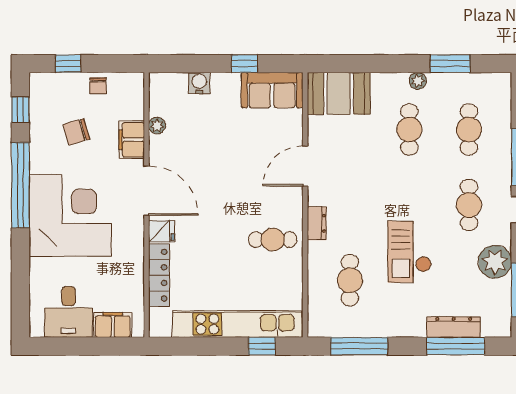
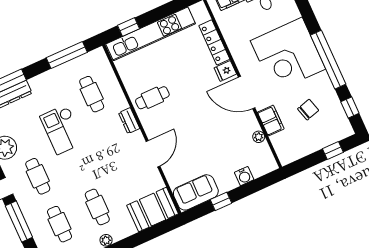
chair: (98, 86) -> (308, 145), removed
checkout: (410, 252) -> (62, 129), turned 180

